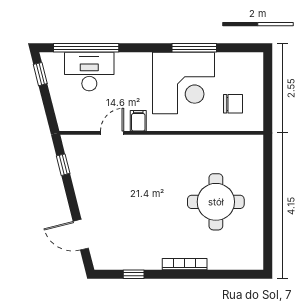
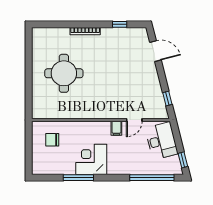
desk: (89, 72) -> (161, 141), moved, turned -104
corner desk: (183, 83) -> (91, 159), width x0.74, depth x0.74

